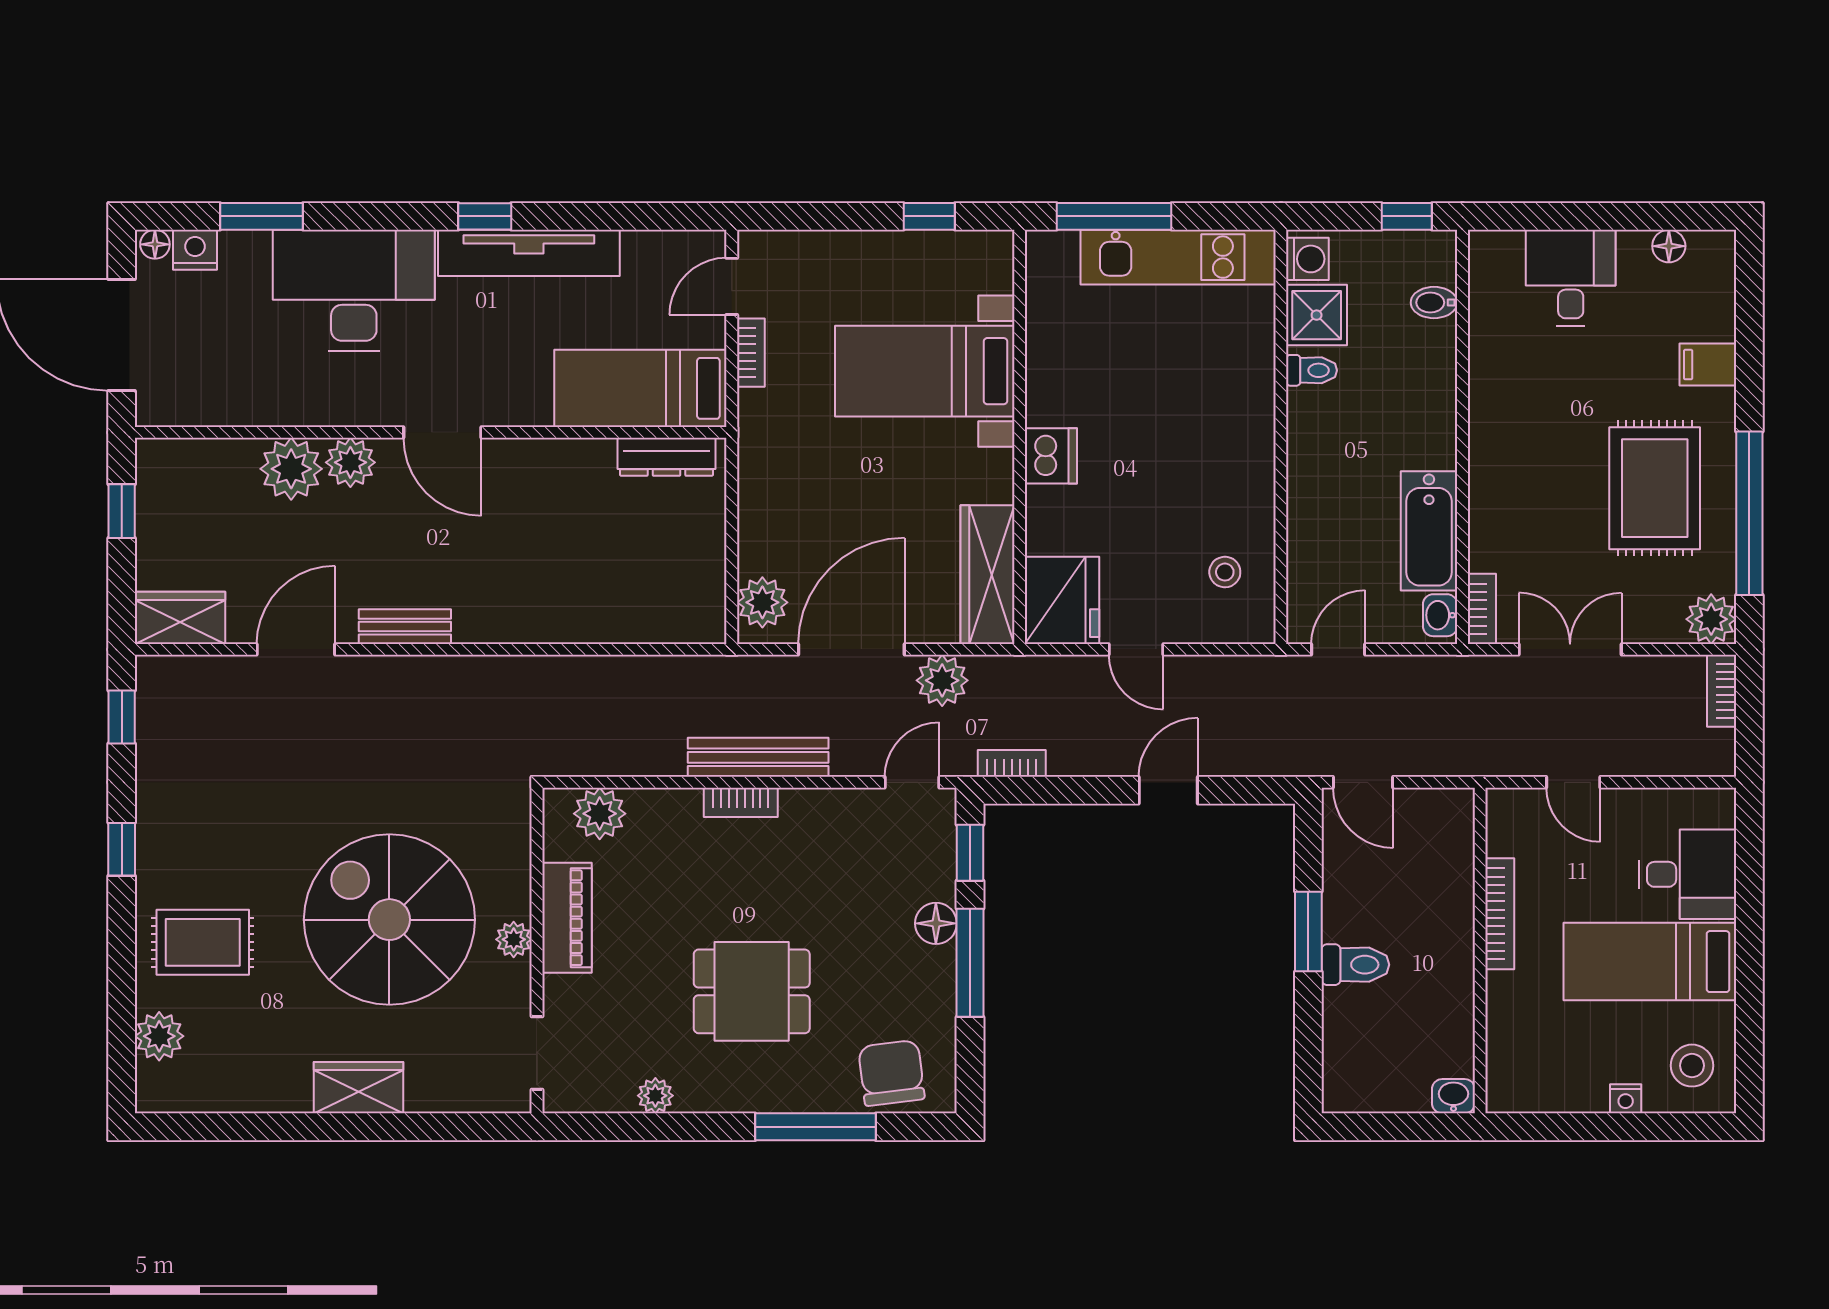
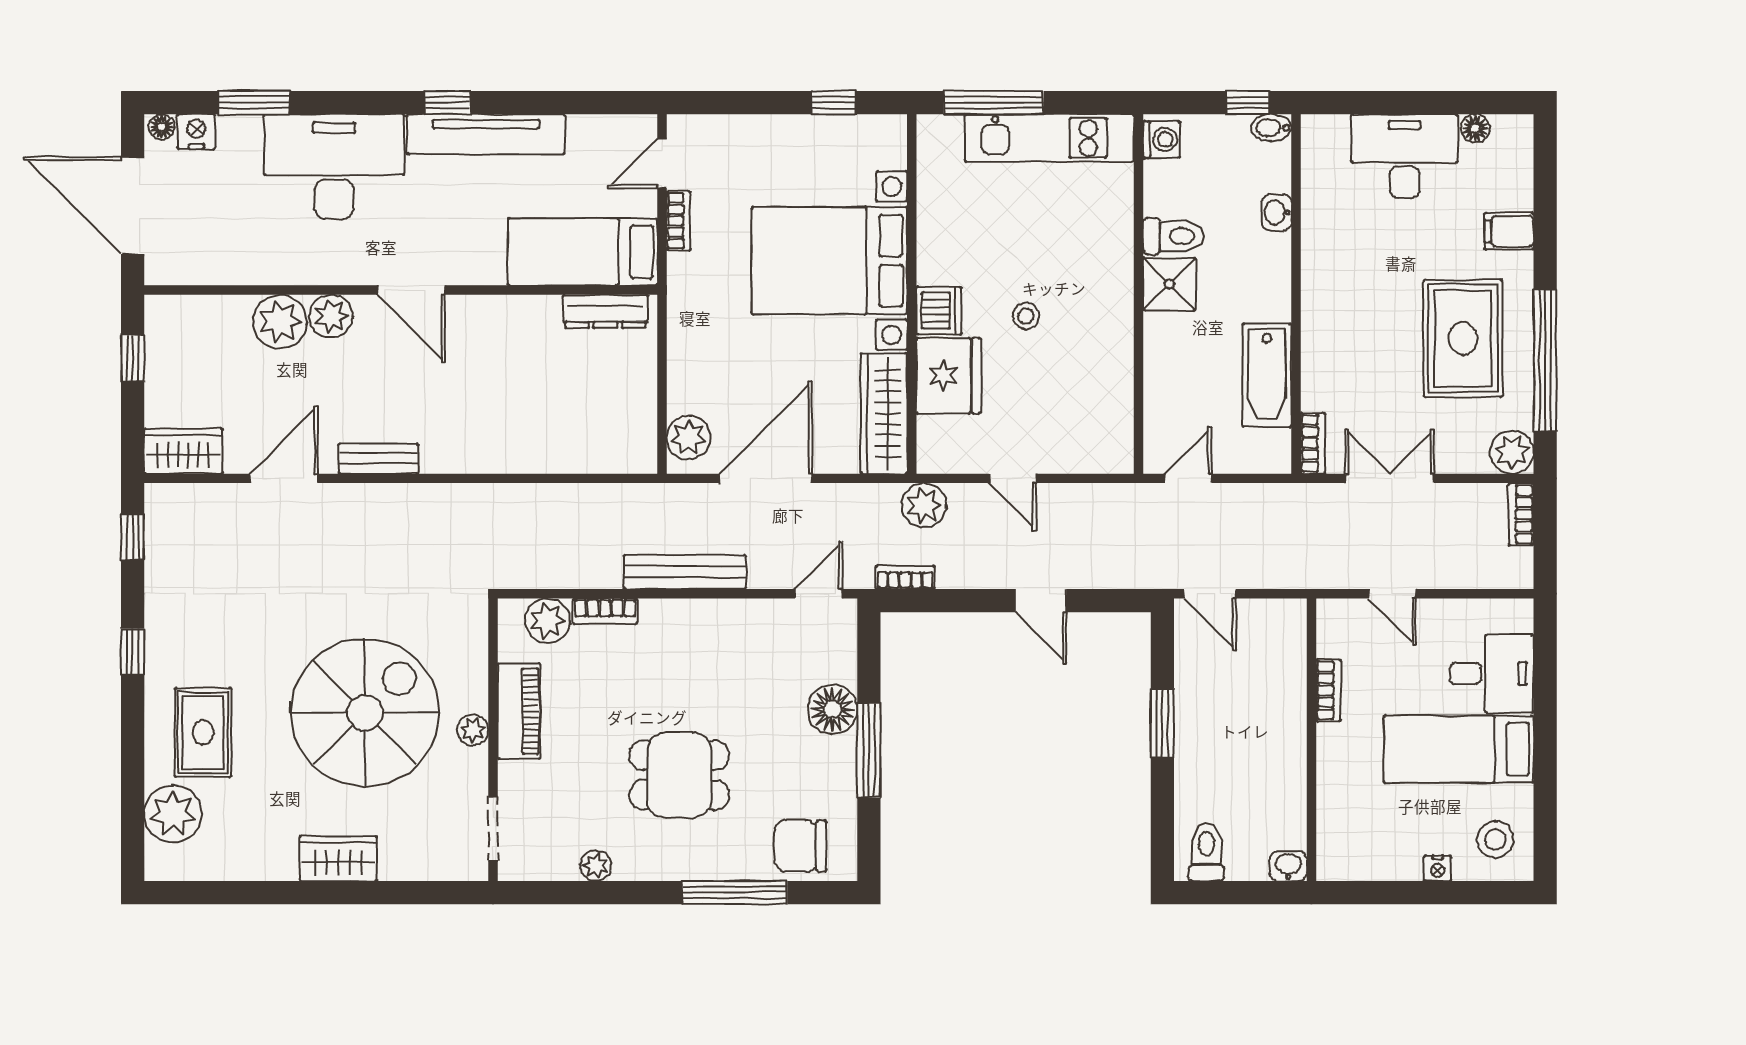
desk: (1571, 278) -> (1404, 156), width x1.37
bidet: (1434, 303) -> (1271, 128), moved
shower: (1317, 315) -> (1169, 284), moved
toilet: (1311, 370) -> (1174, 236), width x1.37, depth x1.39
bed with nightstands: (925, 371) -> (829, 261), width x1.36
stool: (1225, 572) -> (1026, 316), moved
fridge: (1062, 600) -> (949, 376), moved
washbasin: (1440, 615) -> (1277, 212), moved
plant: (942, 680) -> (924, 505), moved
door: (1168, 790) -> (1041, 601), swing flipped
bookcase: (741, 802) -> (605, 611), moved
window: (970, 853) -> (869, 655), removed
bookcase: (1500, 914) -> (1328, 690), width x0.64
spiral stairs: (389, 920) -> (365, 713), turned 90
floor lamp: (936, 923) -> (832, 709), width x1.38, depth x1.38
rug: (203, 942) -> (203, 733), turned 90
toilet: (1355, 965) -> (1206, 852), moved, turned -90
plant: (159, 1036) -> (173, 814), width x1.36, depth x1.36
chair: (891, 1073) -> (801, 846), turned -83

